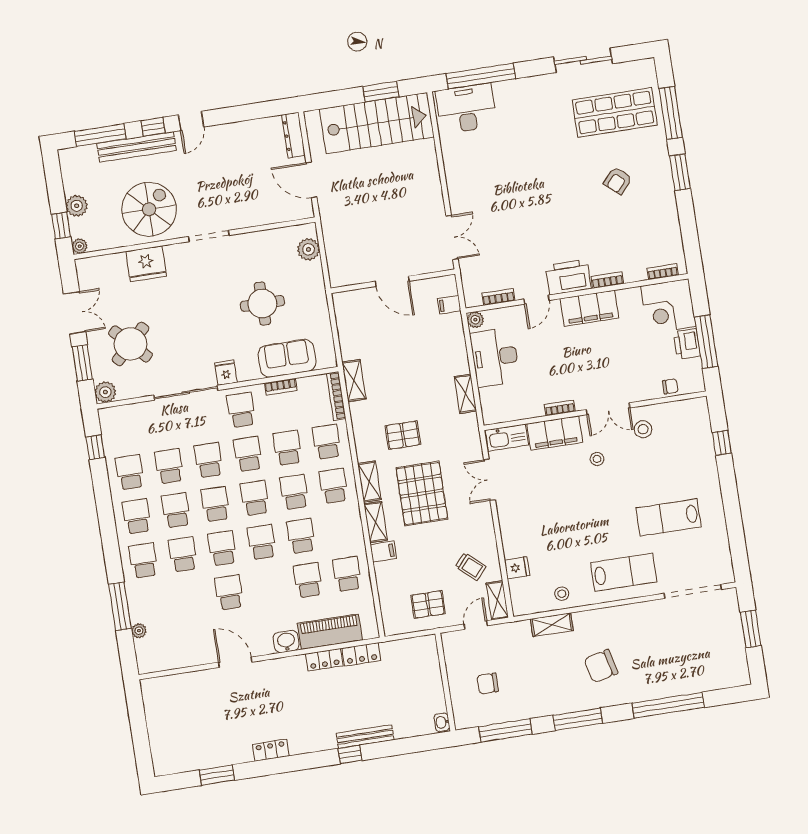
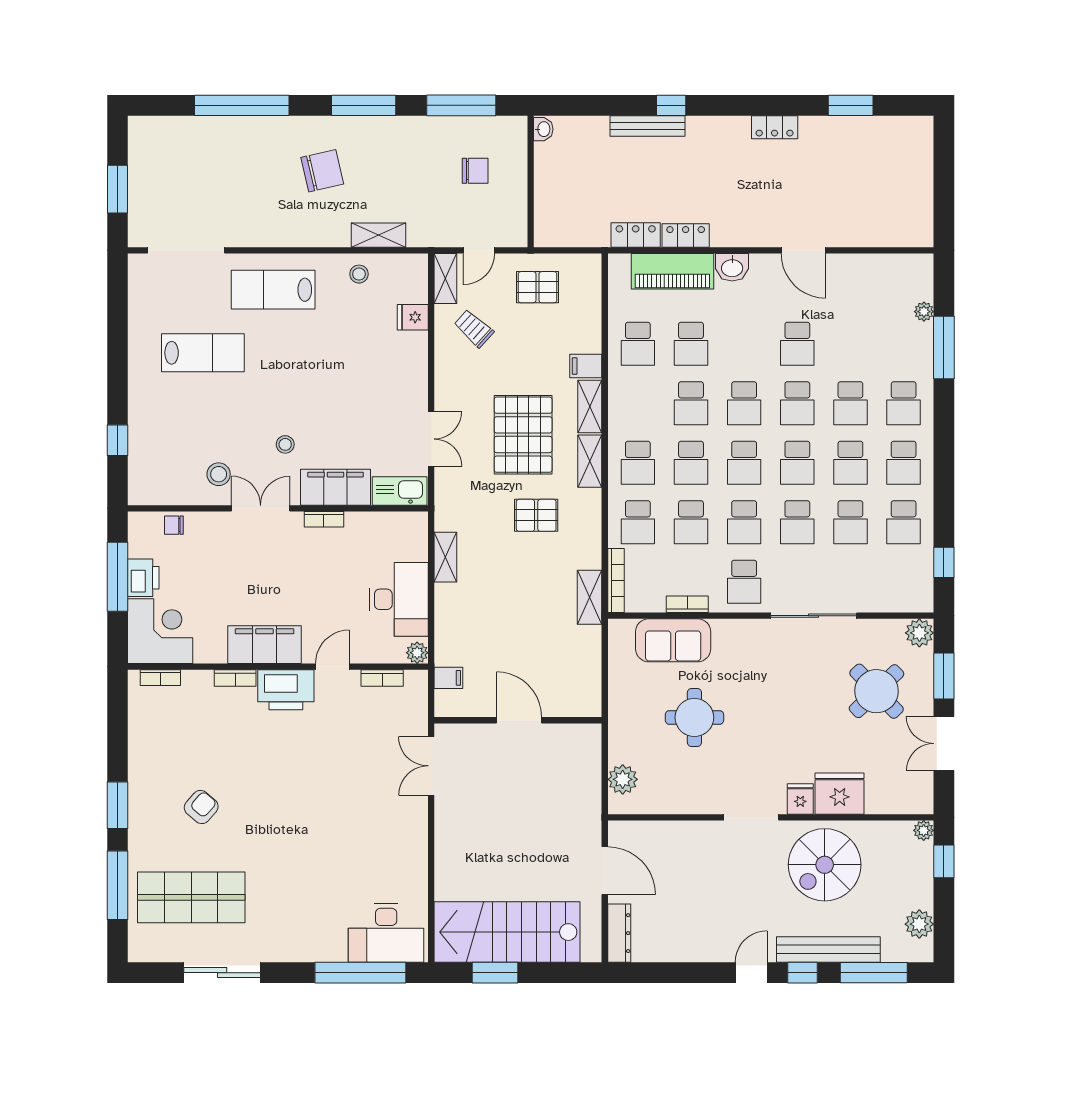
plant: (77, 206) -> (919, 924), moved
fridge: (226, 373) -> (800, 799), moved, turned 180

